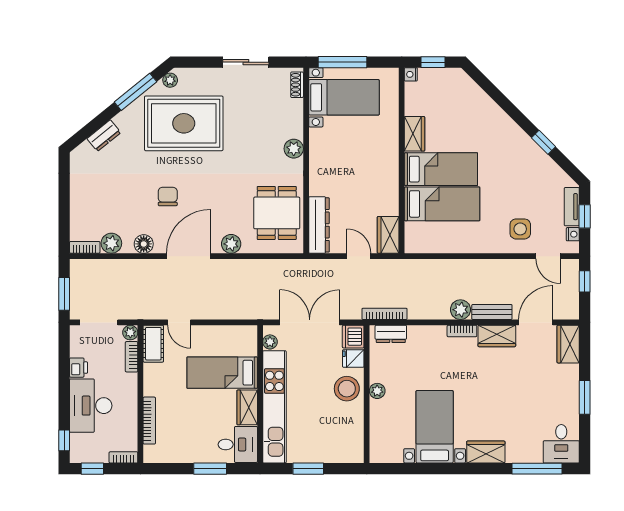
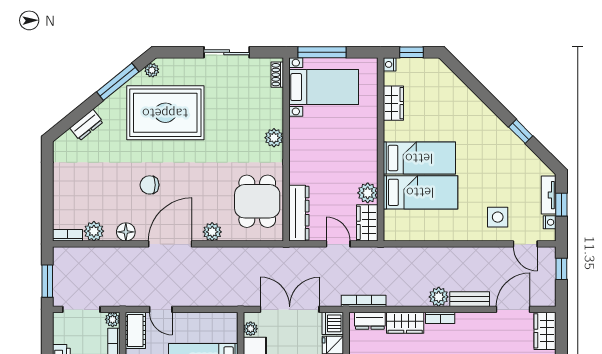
wardrobe: (415, 134) -> (393, 103), moved
chair: (168, 196) -> (150, 185), turned -90
plant: (389, 205) -> (368, 193), added
wardrobe: (497, 336) -> (405, 323), moved

